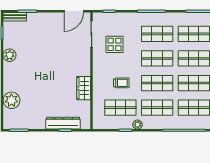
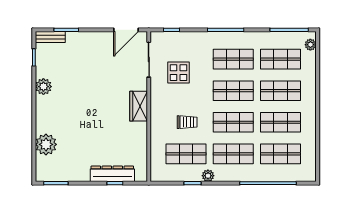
wardrobe: (84, 88) -> (139, 106), moved

